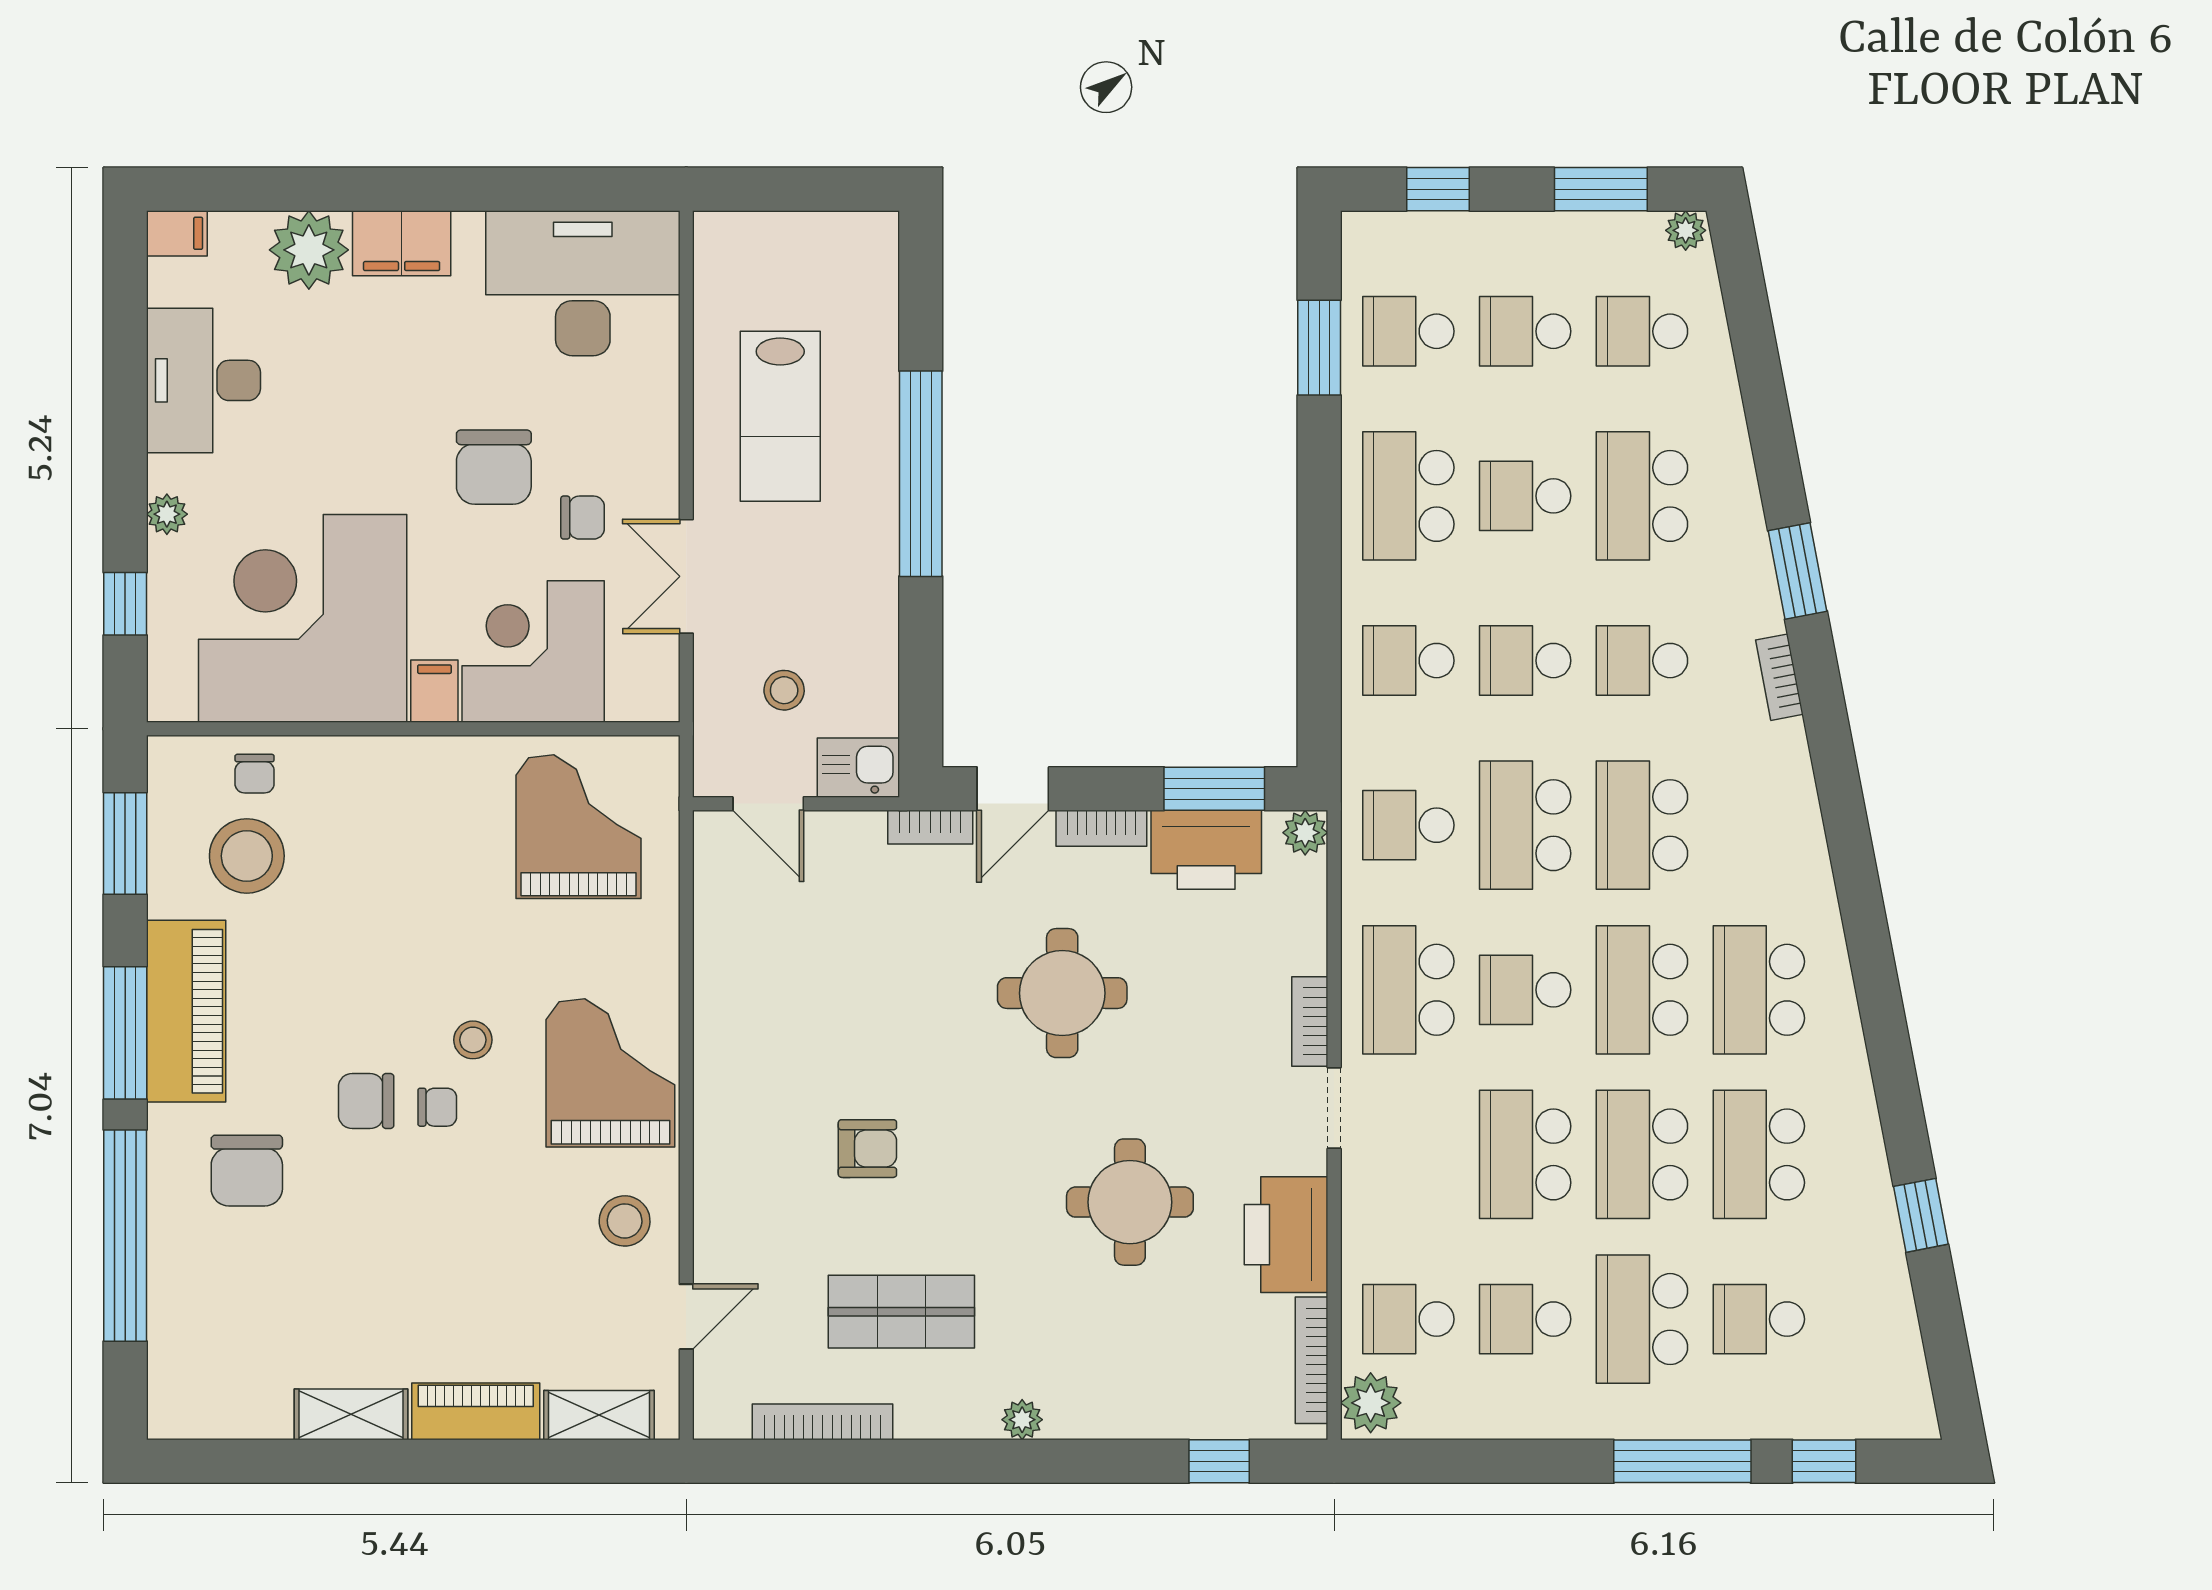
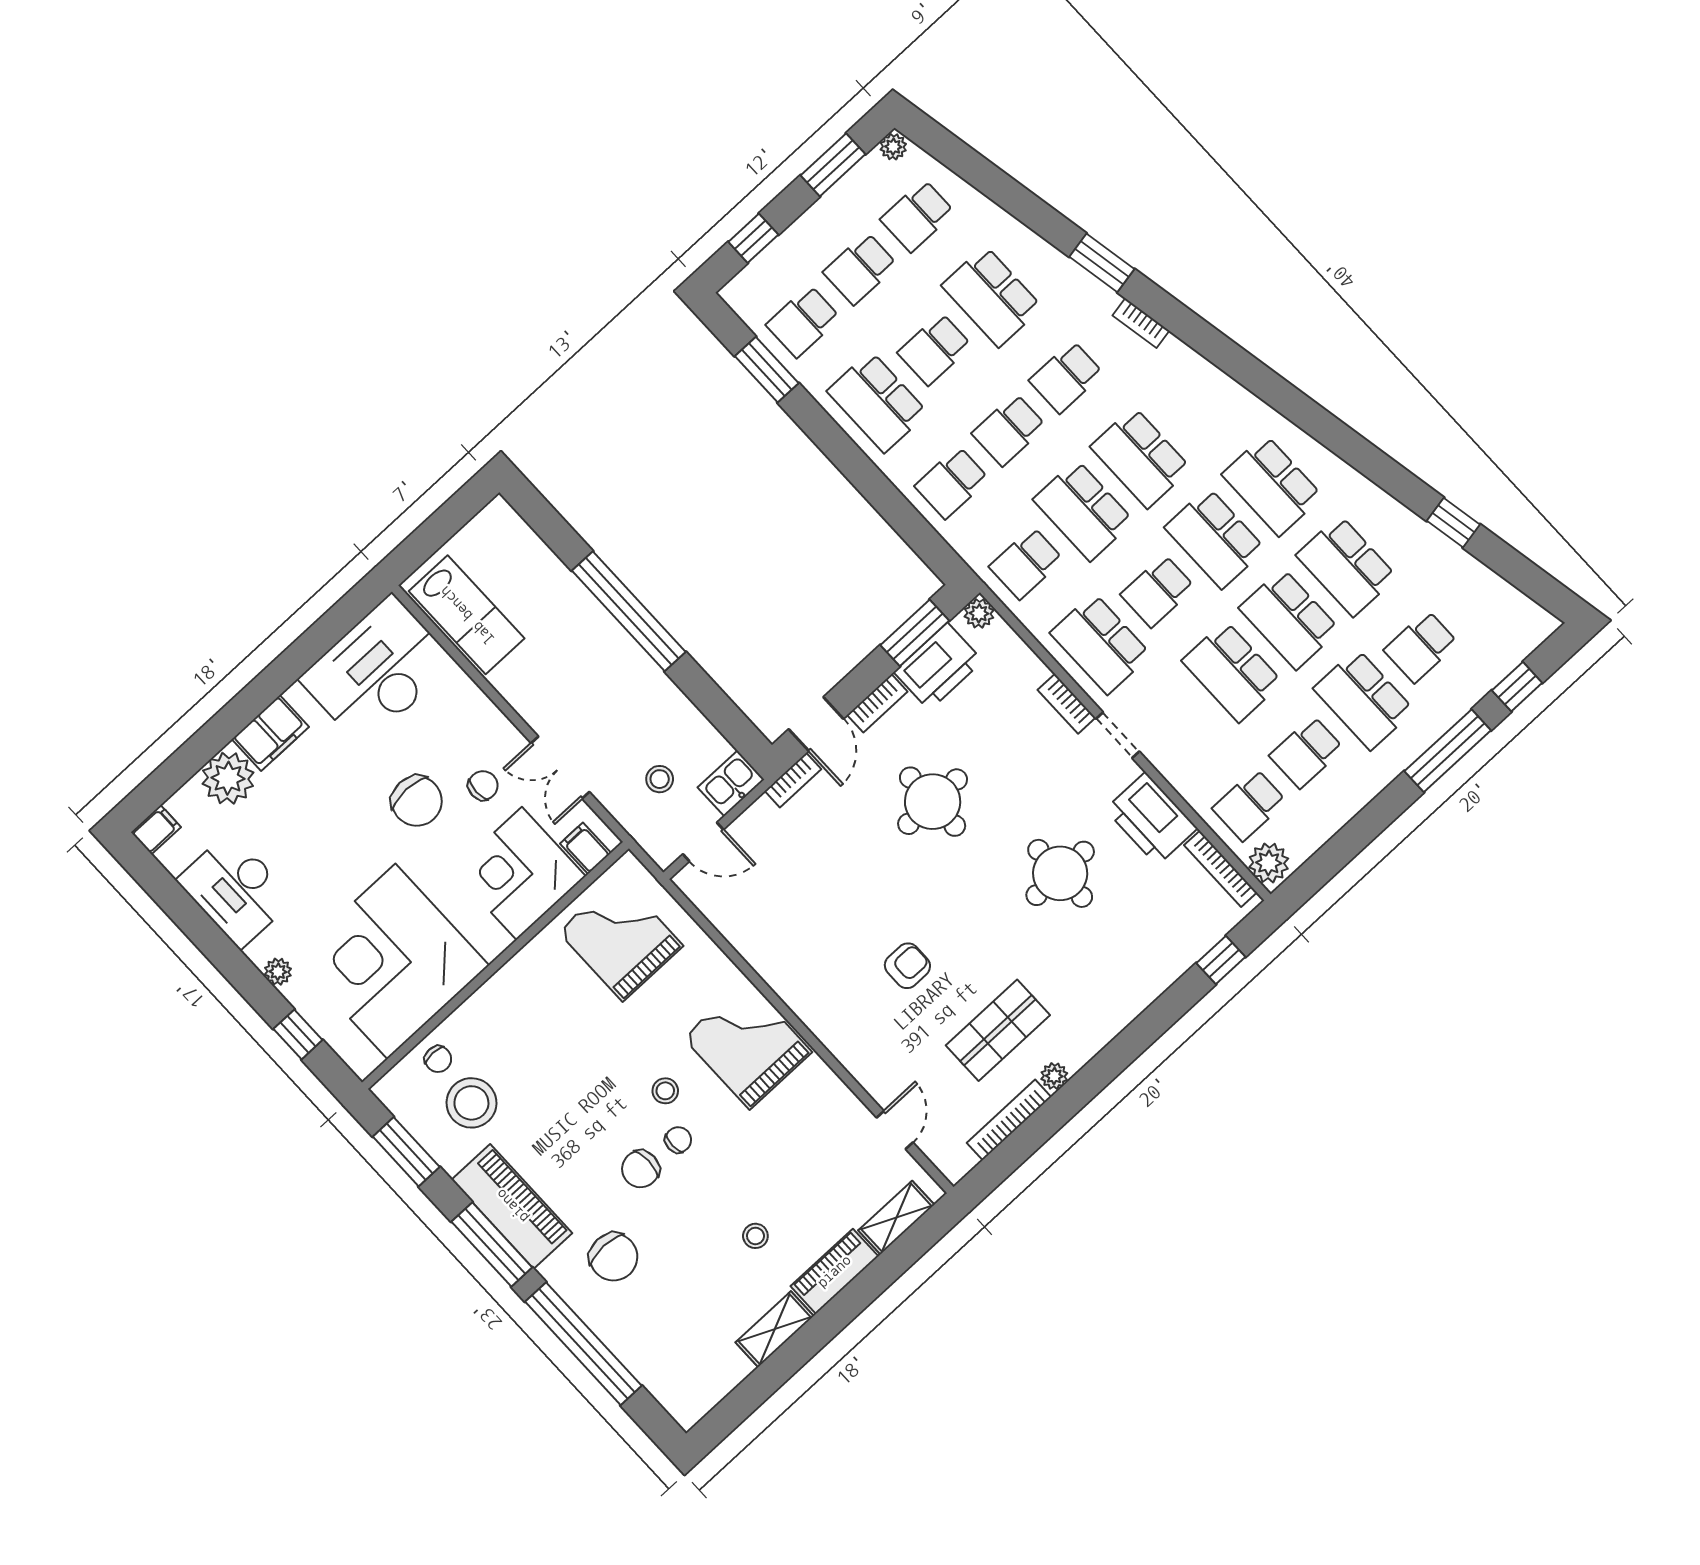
lab bench: (780, 416) -> (467, 615), moved
filing cabinet: (434, 691) -> (585, 848), moved
stool: (625, 1221) -> (755, 1236), moved, width x0.73, depth x0.73
plant: (1022, 1420) -> (1054, 1076), moved

